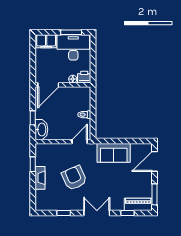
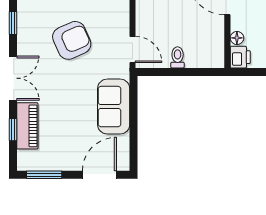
door: (154, 161) -> (99, 175), hinge flipped
piano: (138, 204) -> (27, 126), moved

